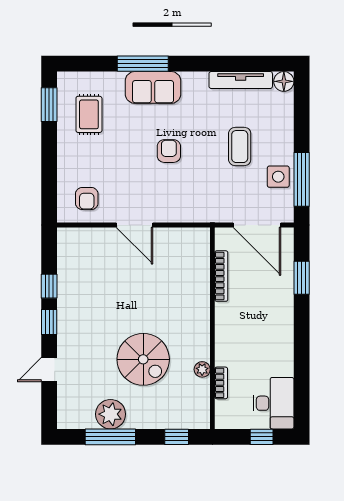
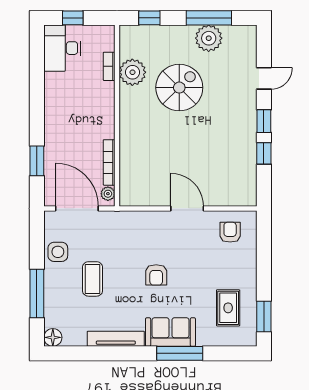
tv unit: (241, 80) -> (116, 339), moved
window: (302, 179) -> (37, 293), moved
plant: (223, 241) -> (108, 194), added
spiral stairs: (143, 359) -> (179, 88), turned 90
plant: (202, 369) -> (132, 72), width x1.87, depth x1.87

